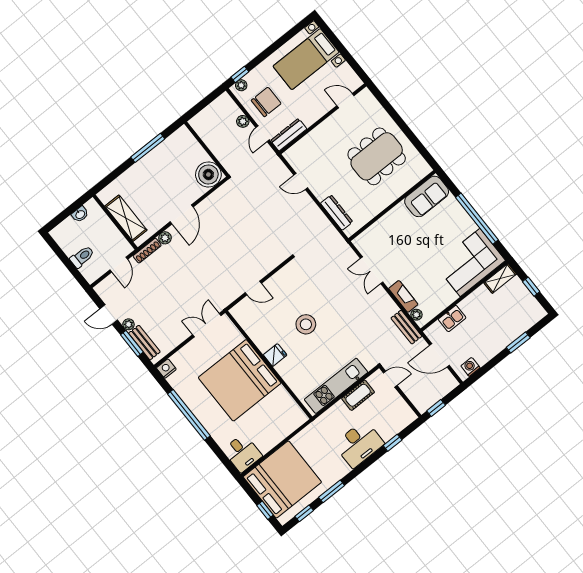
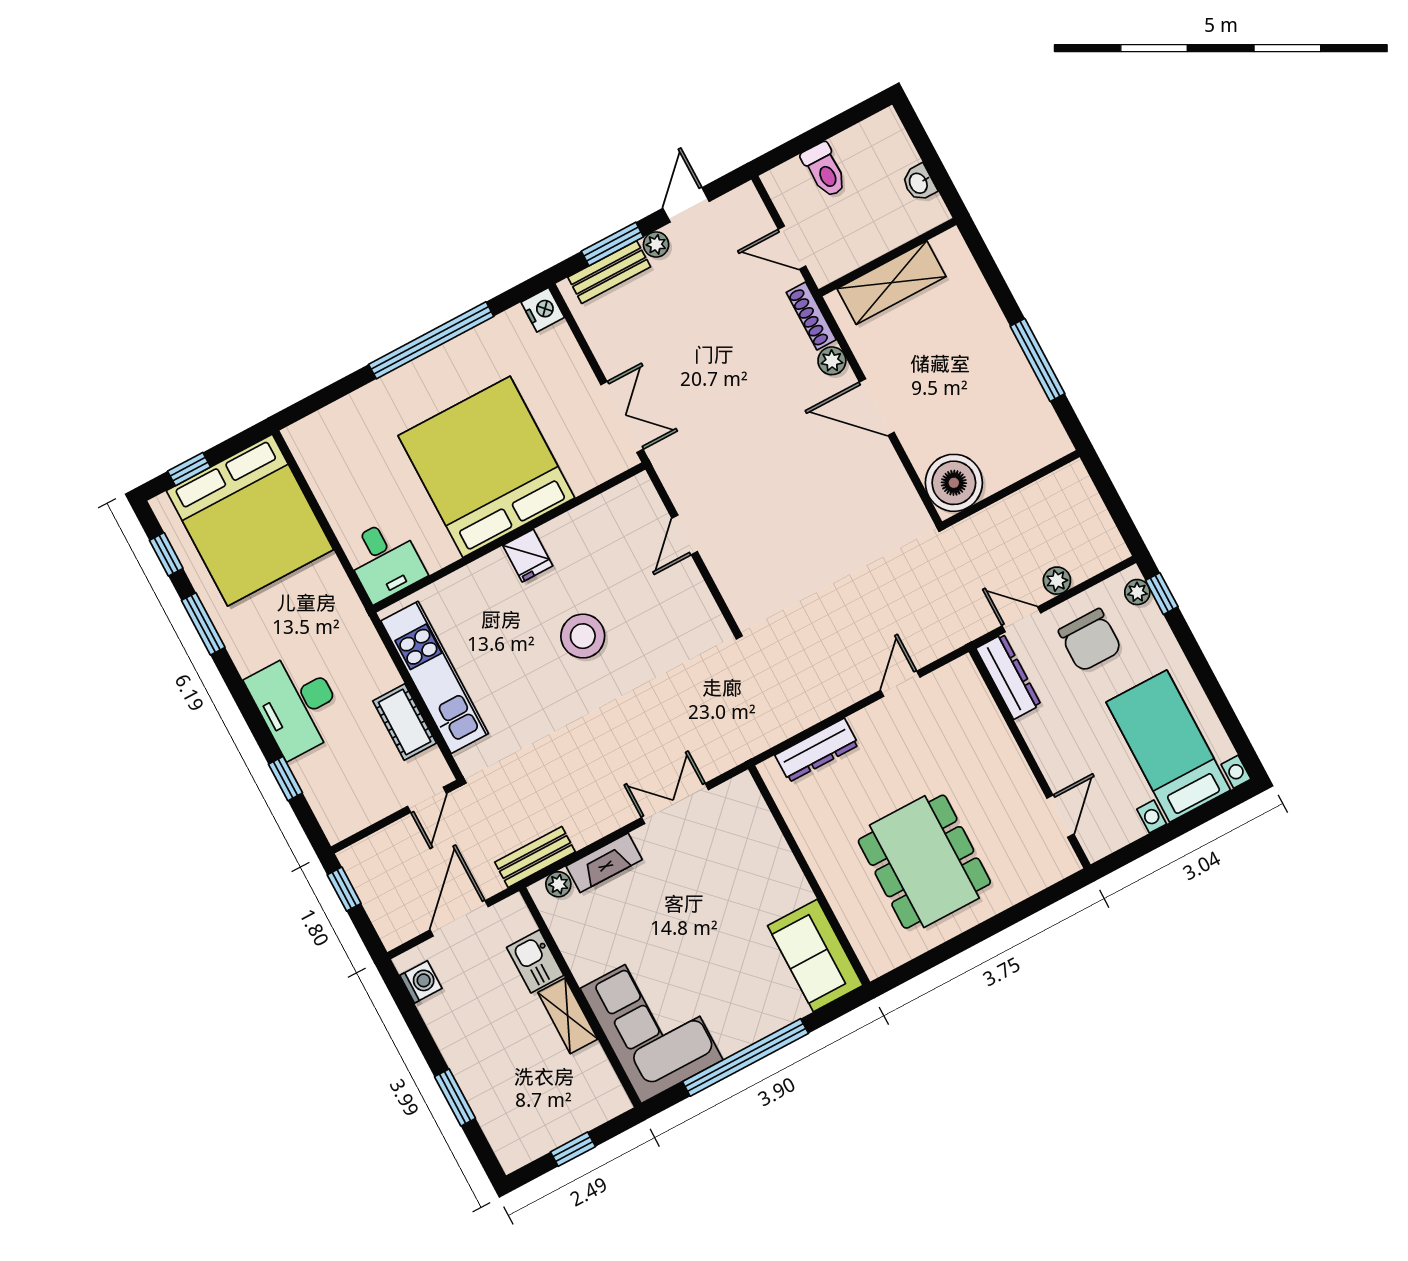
shelving: (500, 278) -> (568, 1016), moved
desk: (242, 453) -> (385, 560), moved, turned -90

